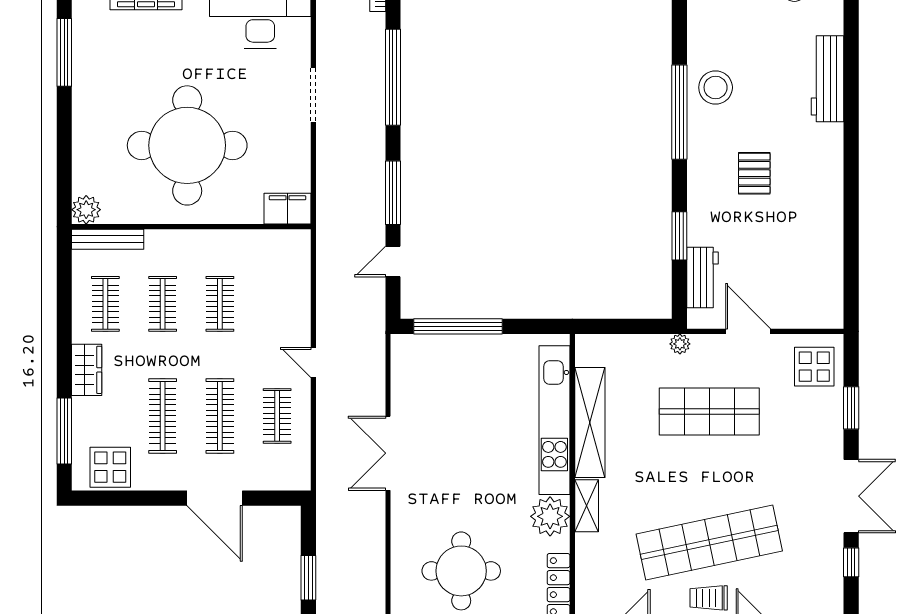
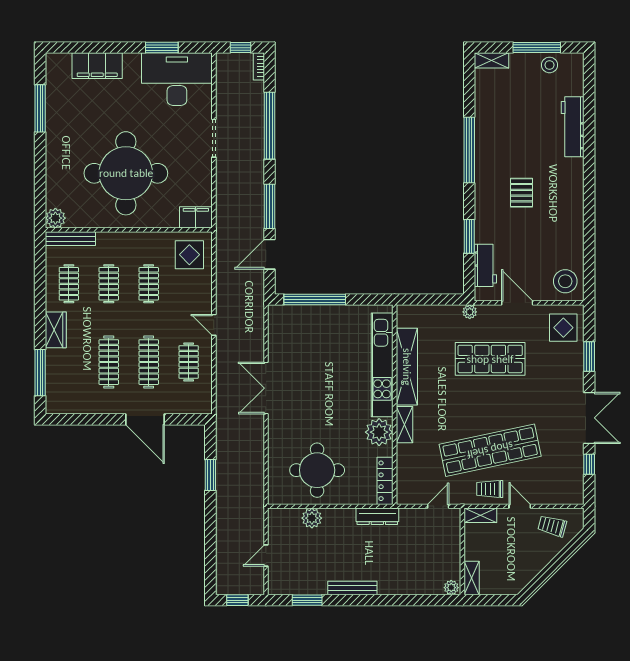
stool: (716, 87) -> (565, 281), moved
door: (393, 261) -> (269, 254), width x1.38
display table: (110, 467) -> (189, 255), moved

